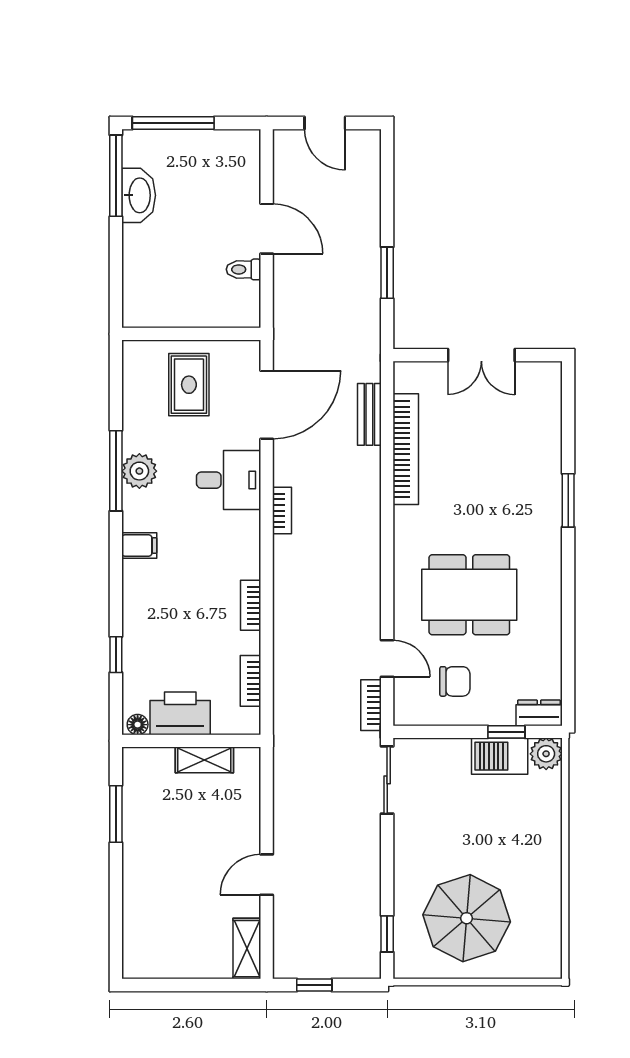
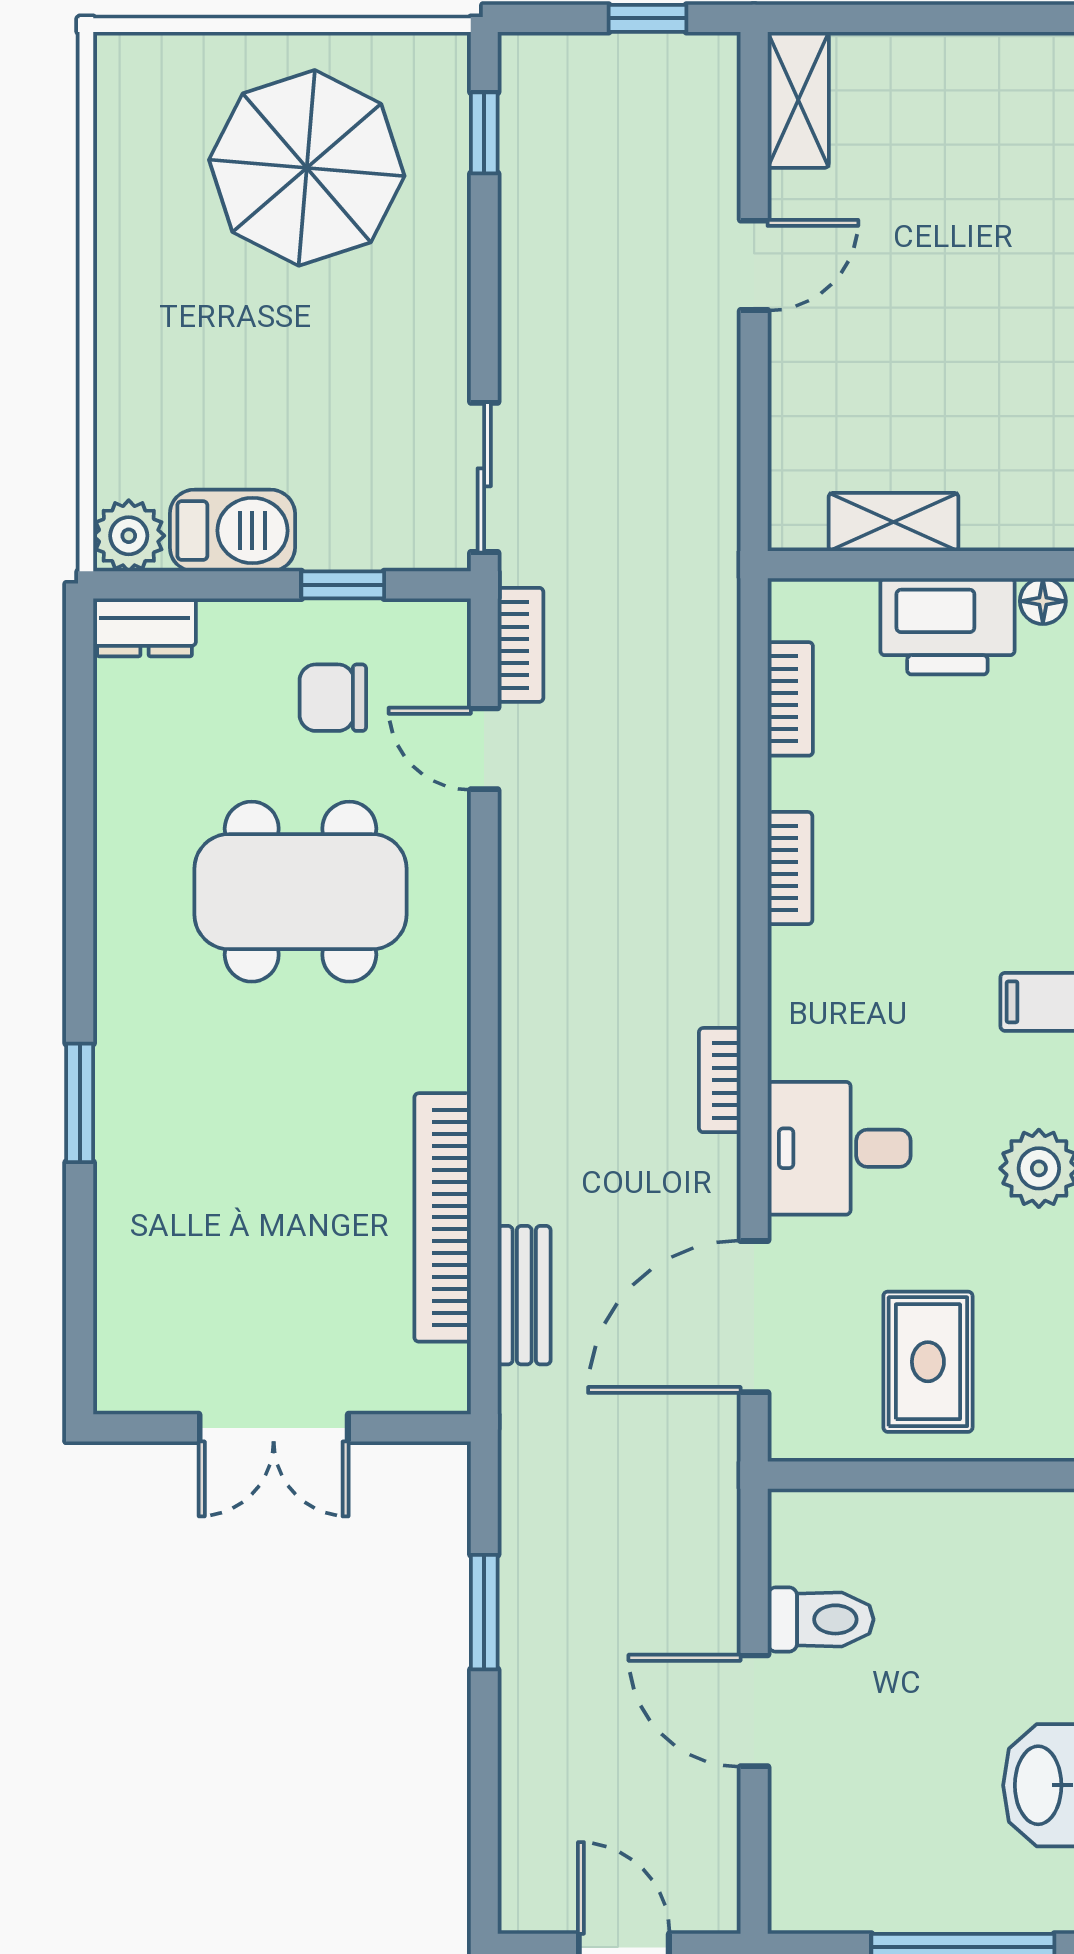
toilet: (244, 269) -> (821, 1619), width x1.37, depth x1.39
double door: (481, 355) -> (274, 1428), swing flipped
window: (506, 732) -> (343, 585), moved

